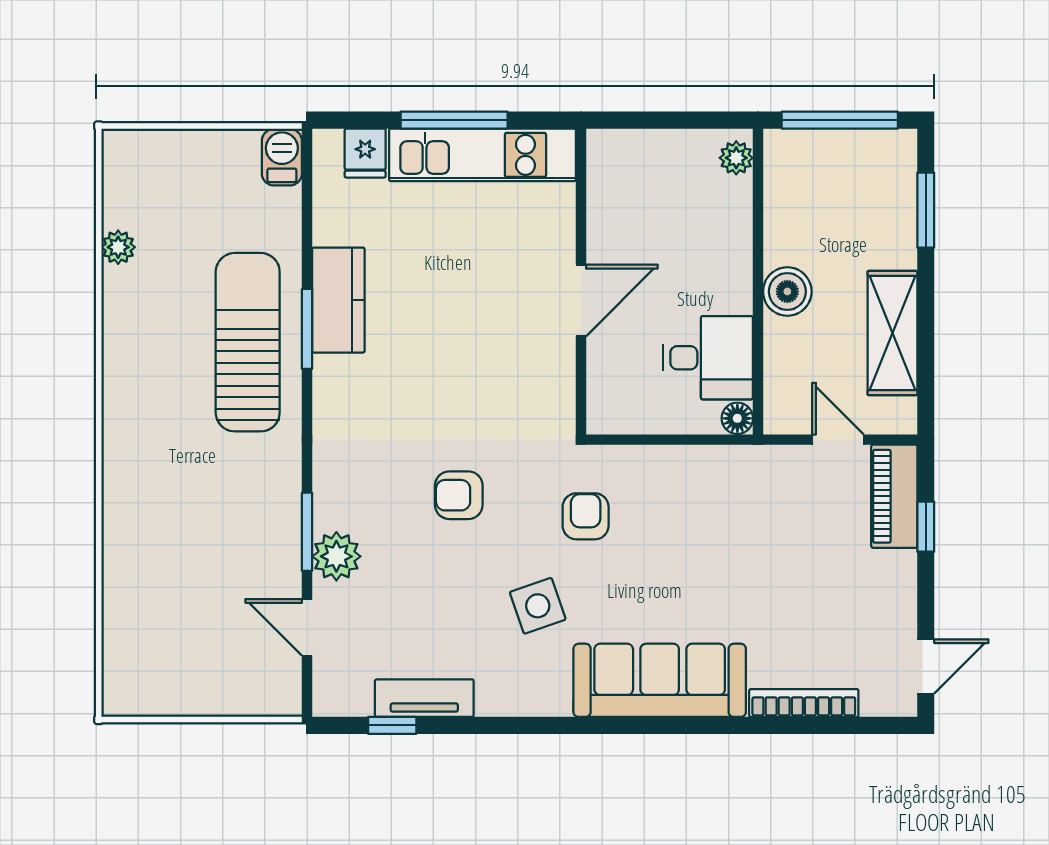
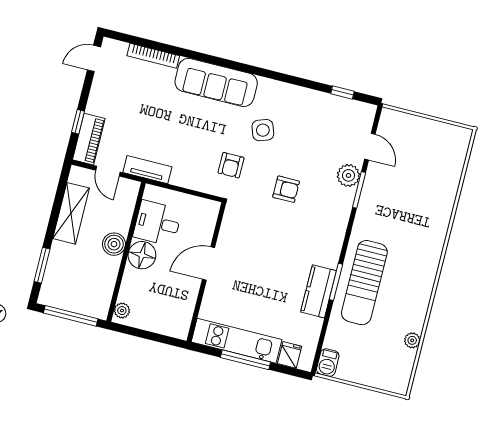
floor lamp: (737, 418) -> (142, 255), moved, width x1.89, depth x1.89
tv unit: (424, 698) -> (147, 170), moved, turned 180

